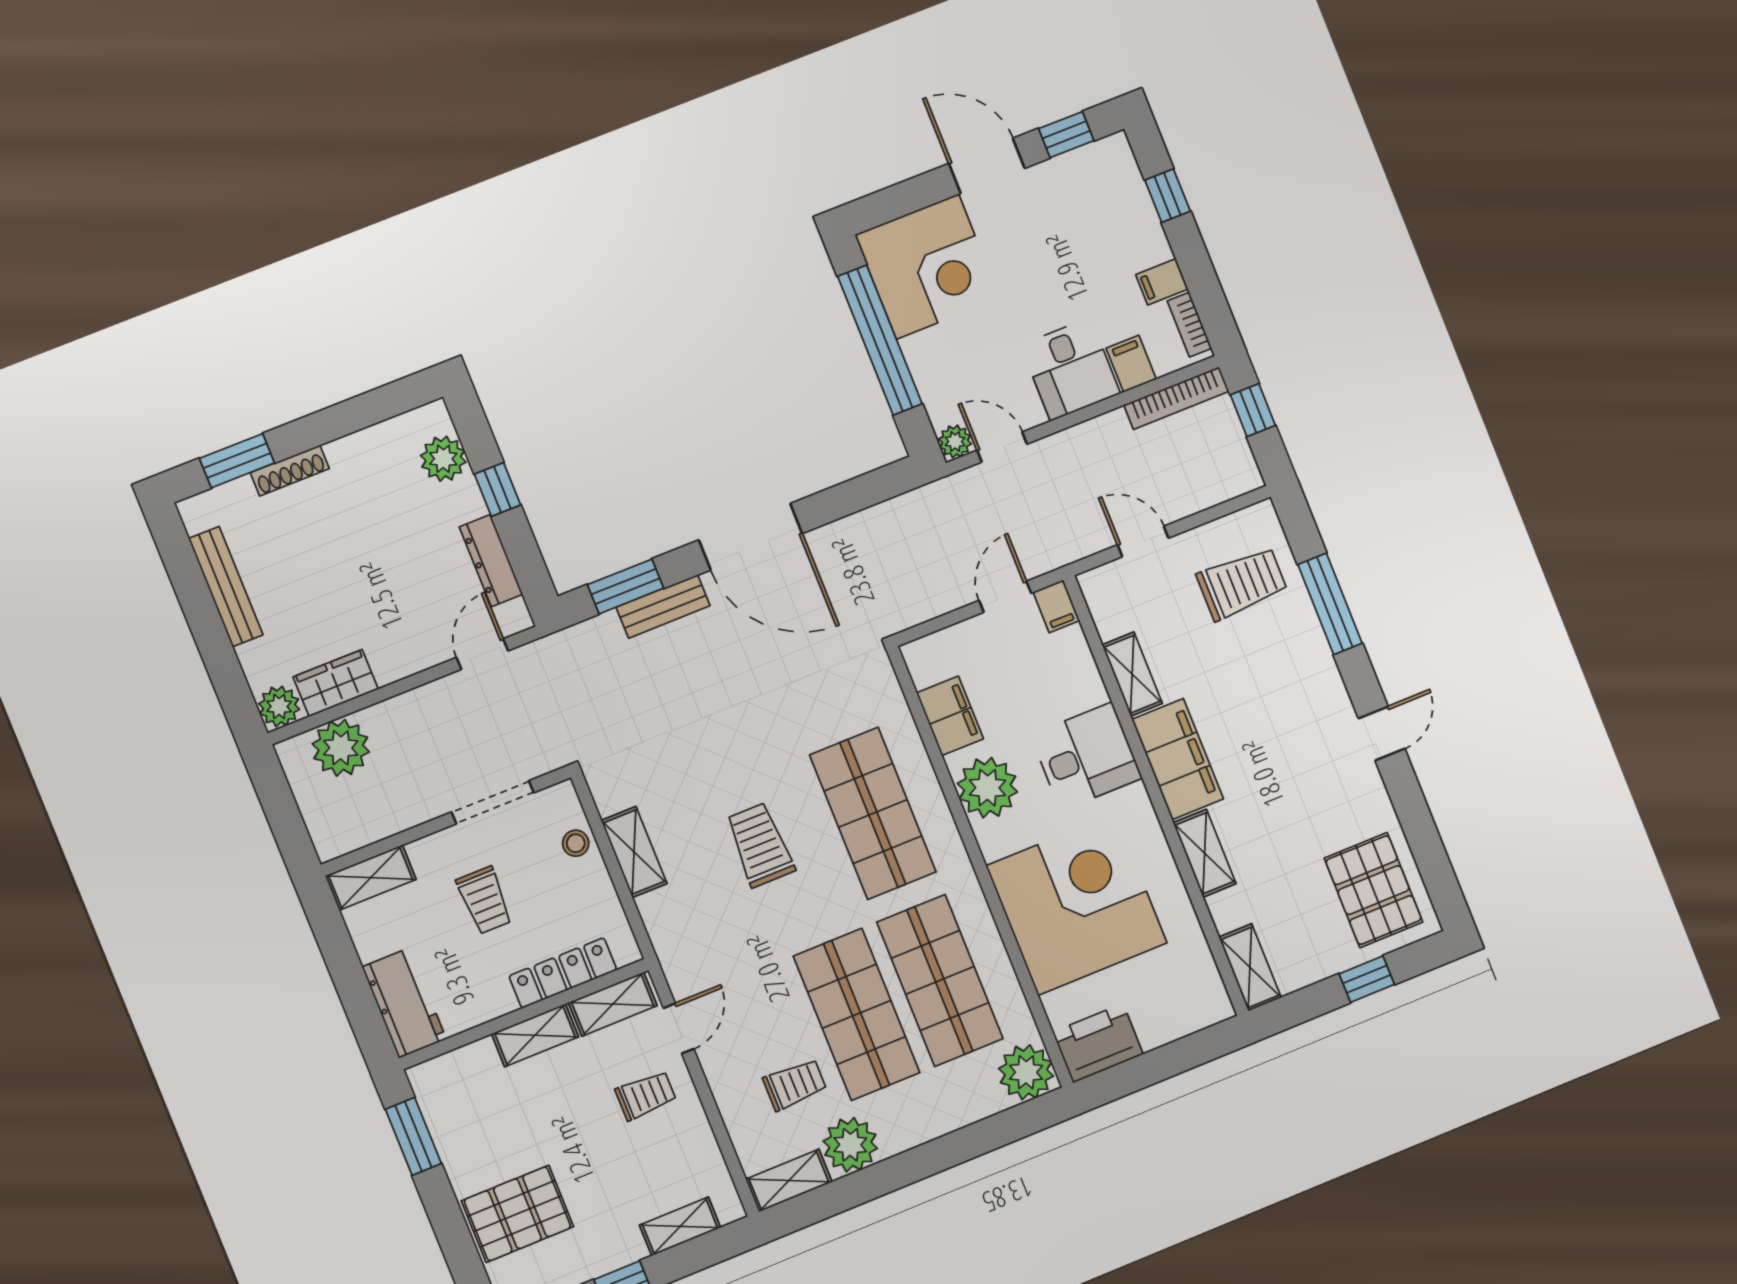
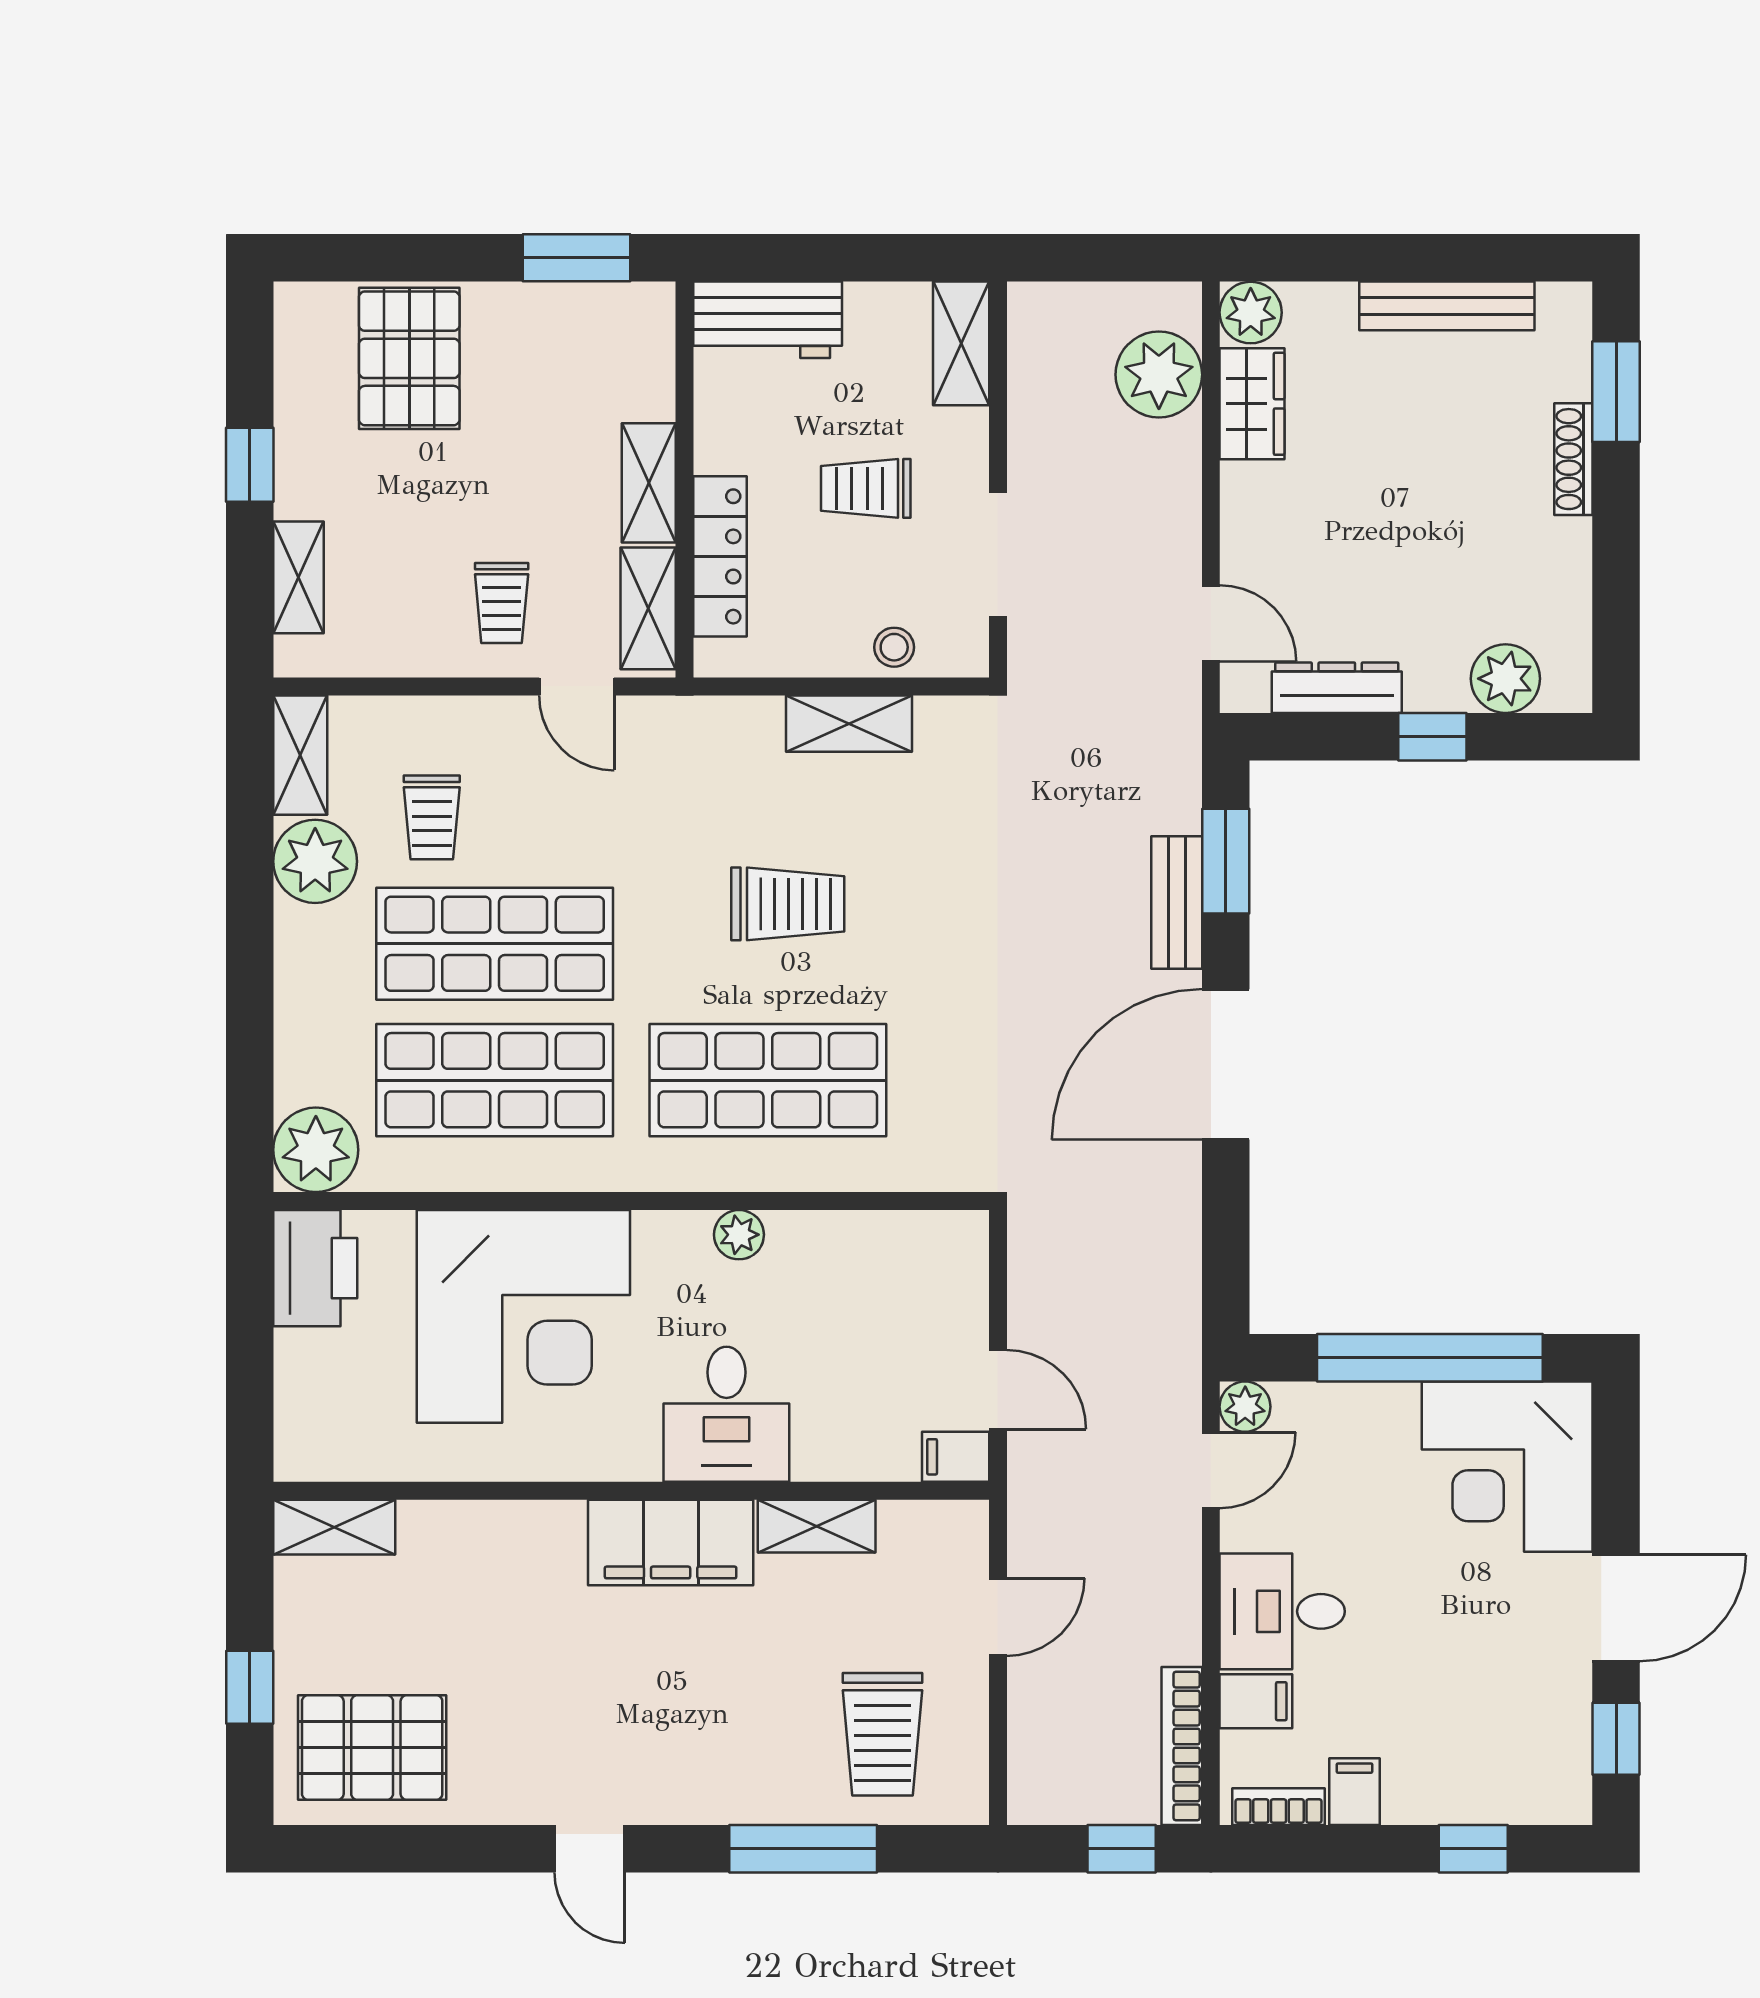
filing cabinet: (950, 716) -> (861, 1244), removed
plant: (987, 788) -> (739, 1235), width x0.53, depth x0.53
shelving: (1205, 853) -> (522, 1527), removed

